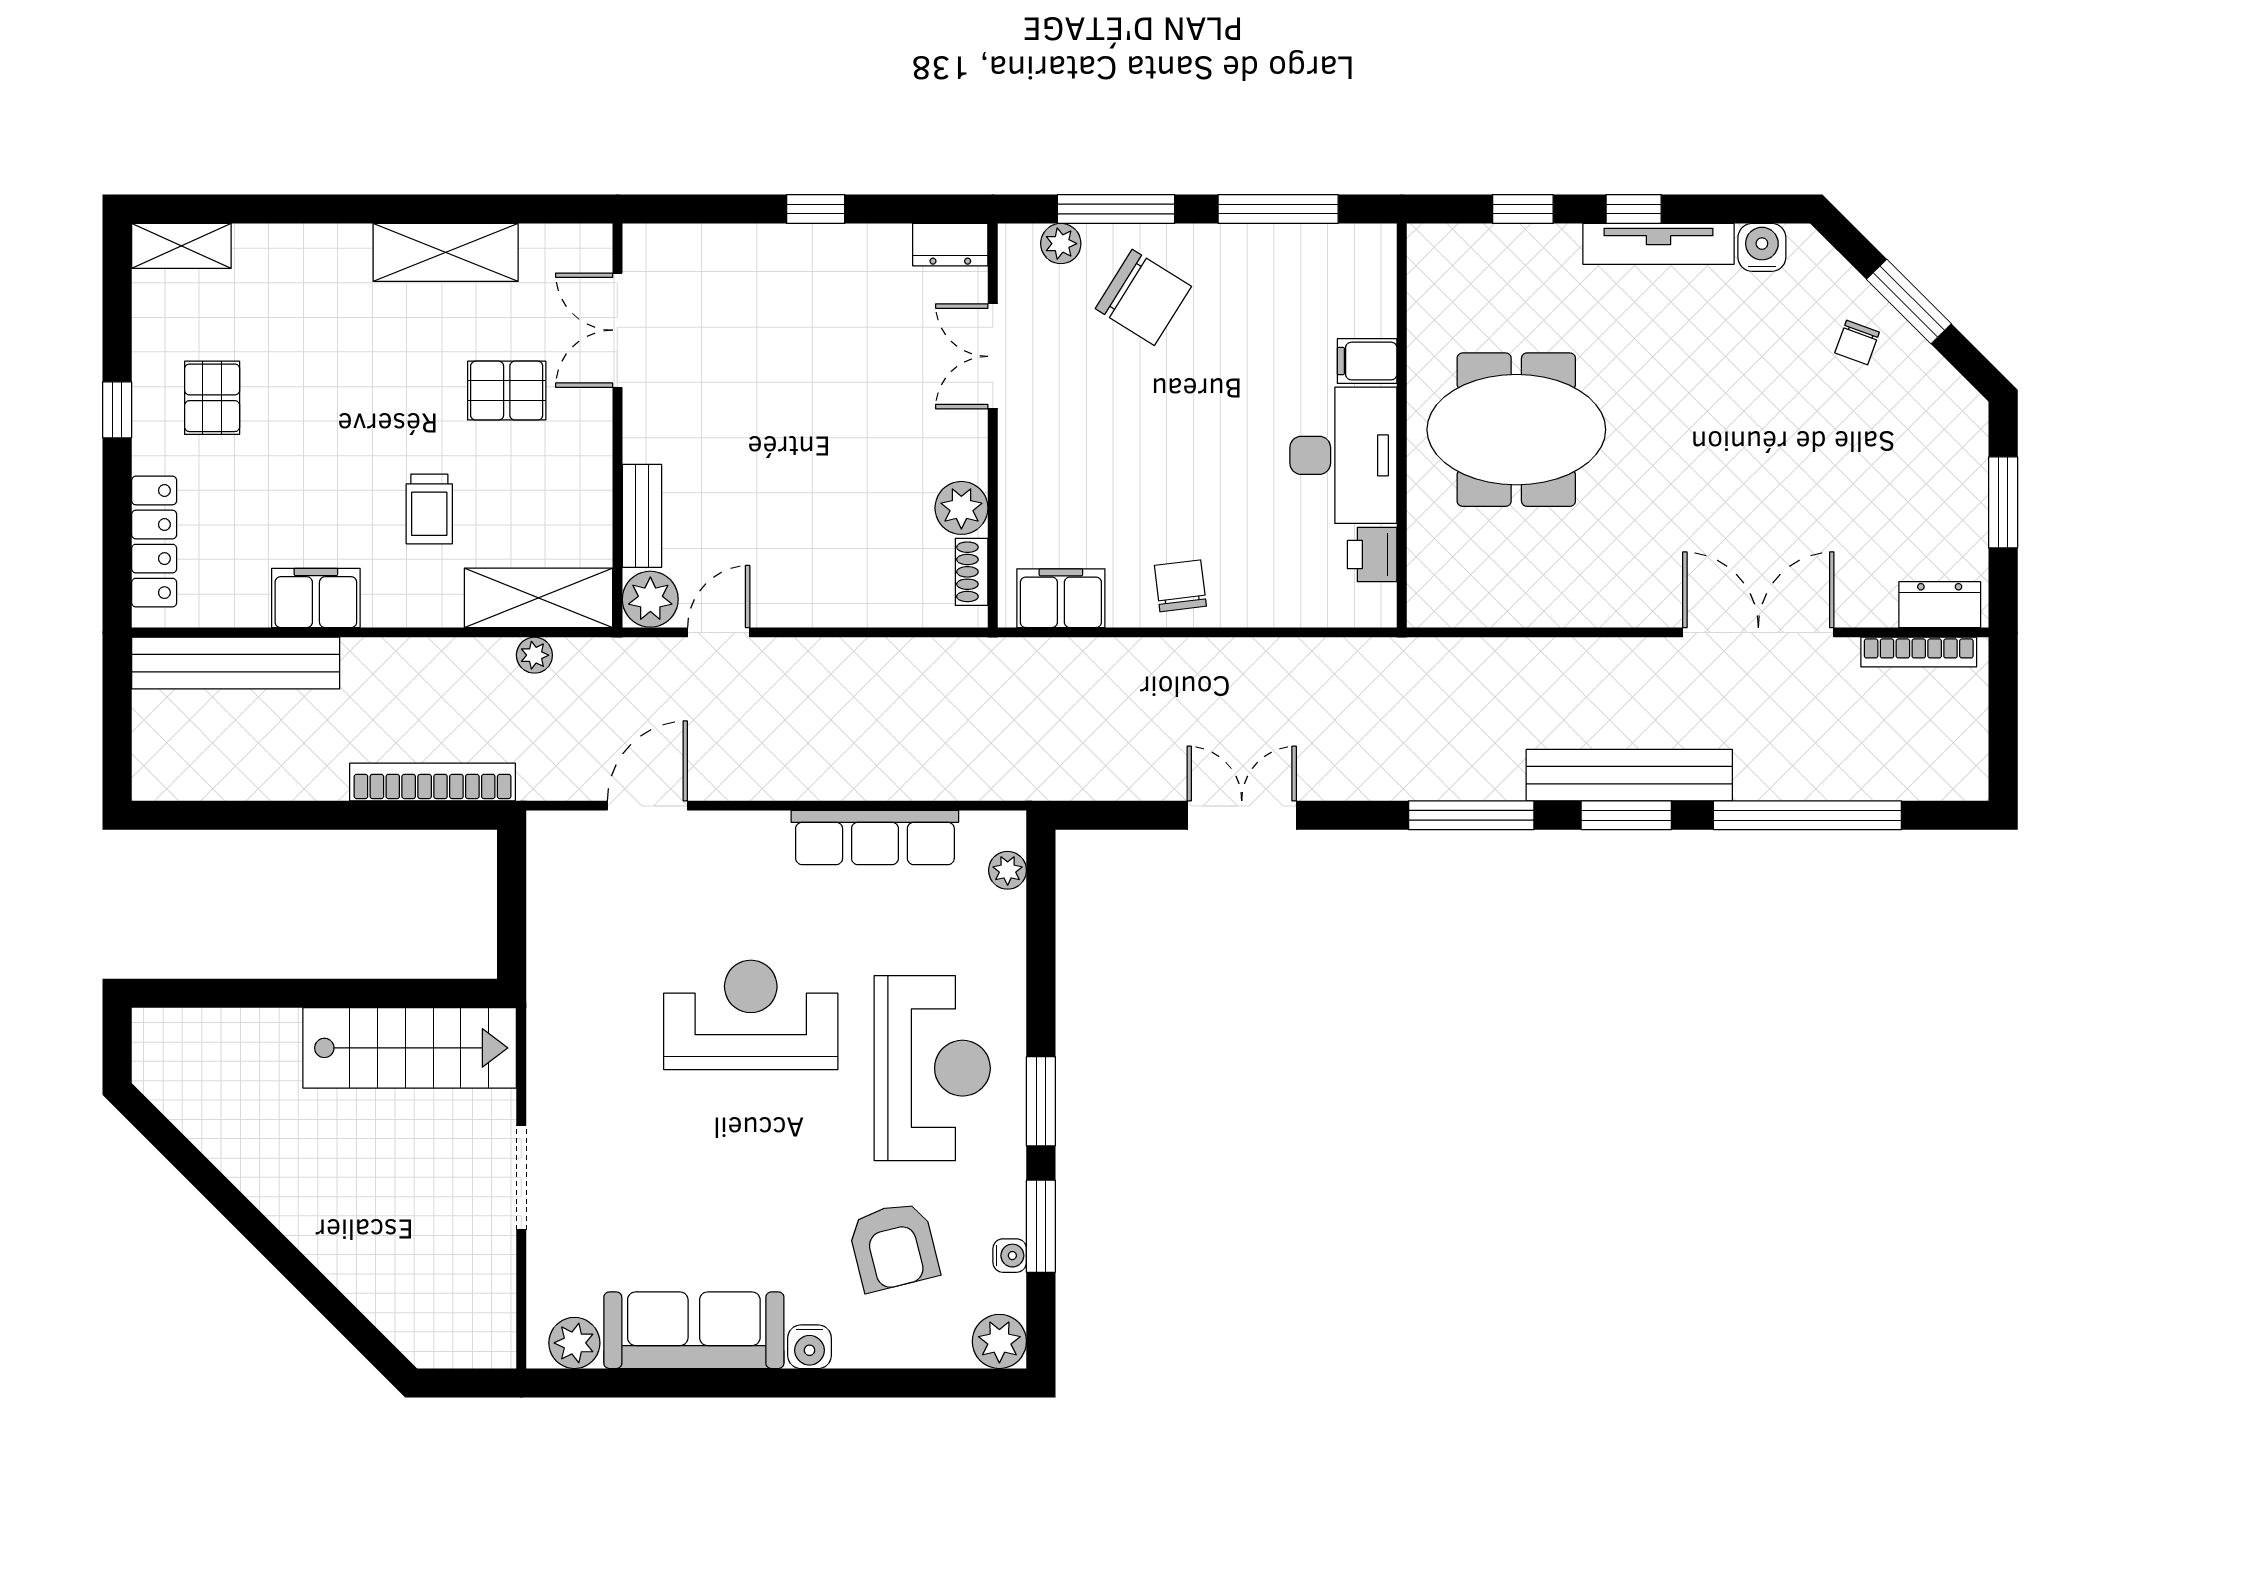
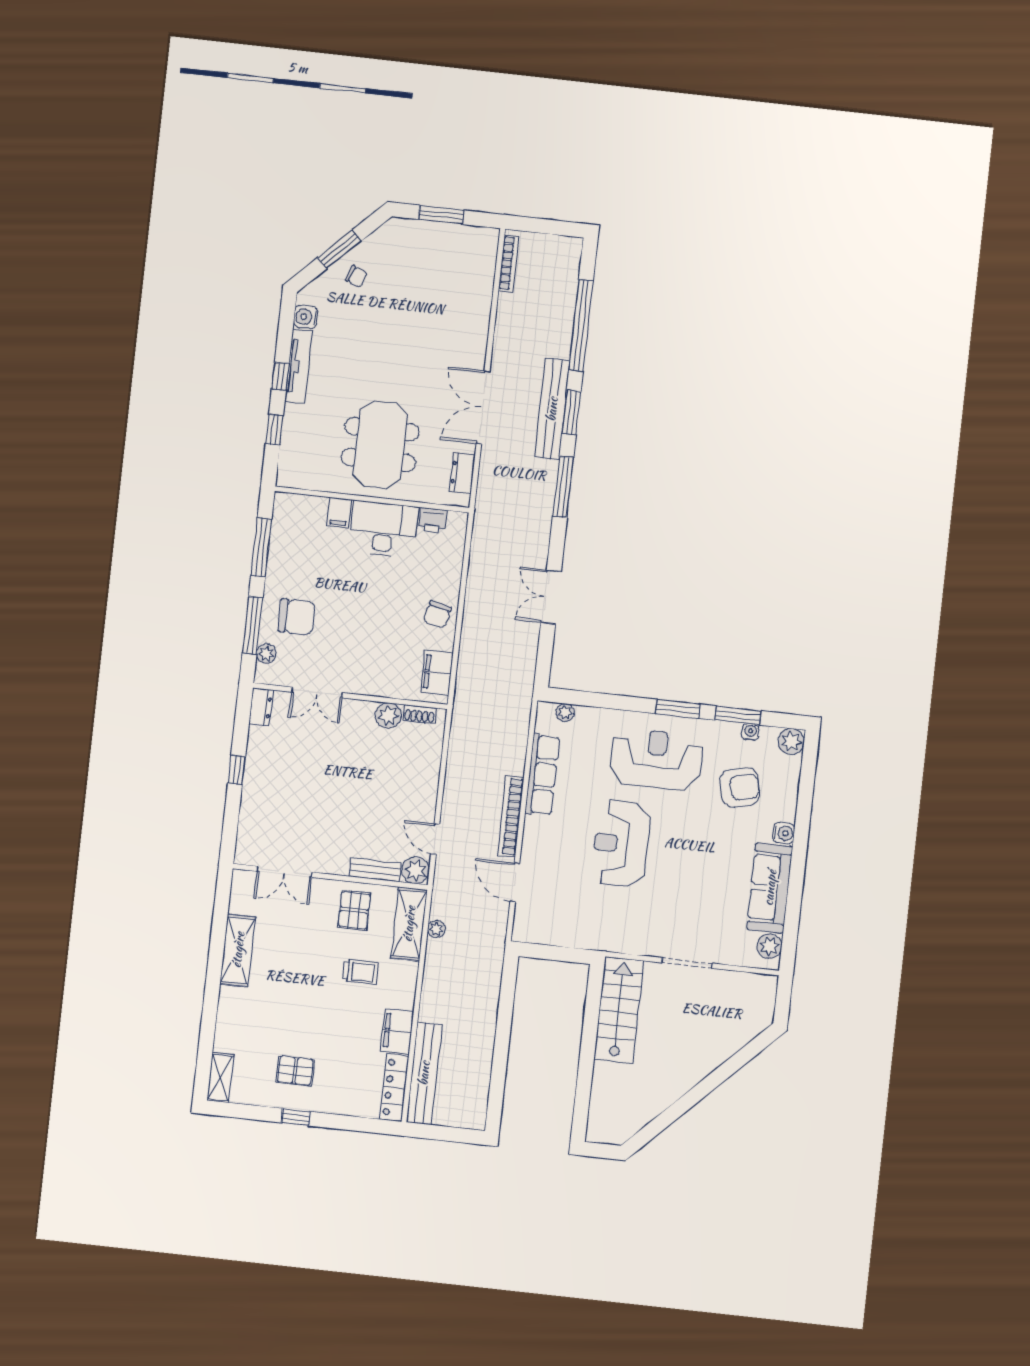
chair: (1143, 297) -> (297, 617), turned 58
pallet: (507, 391) -> (354, 910), moved
locker: (154, 542) -> (394, 1088), moved, turned -90
chair: (1180, 586) -> (437, 614), turned -69
dresser: (1940, 605) -> (462, 473), moved
double door: (1758, 632) -> (483, 407), moved
bookcase: (433, 782) -> (511, 816), moved

